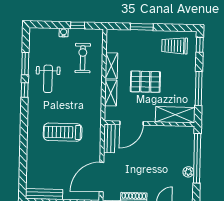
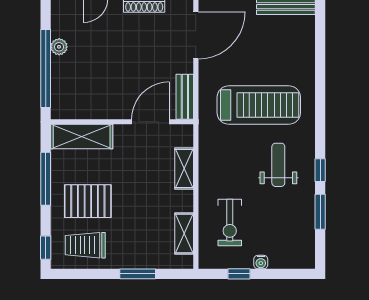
trolley: (175, 46) -> (85, 245), turned 180
shelving: (111, 66) -> (184, 234), moved
weight bench: (48, 79) -> (278, 165), moved
pallet: (145, 82) -> (88, 201), moved
treadmill: (63, 132) -> (259, 105), width x1.37, depth x1.38

